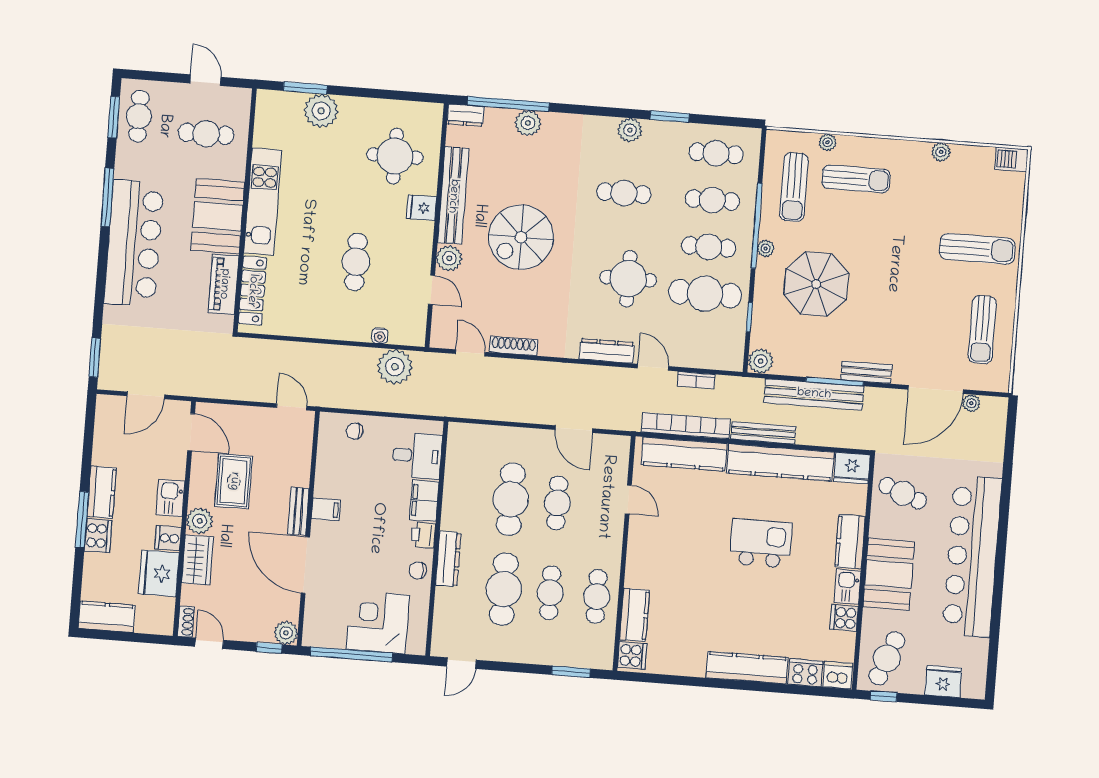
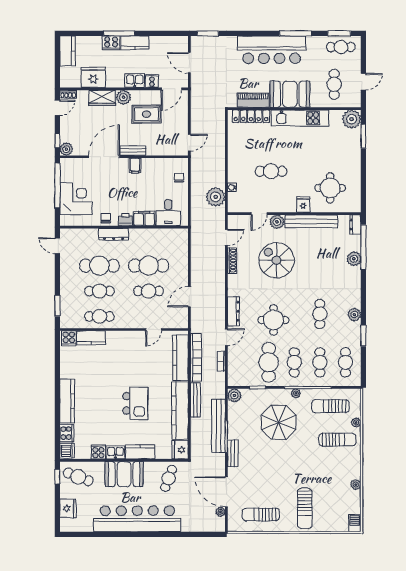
plant: (321, 111) -> (352, 119), moved
sun lounger: (856, 179) -> (337, 440), turned -90
spiral stairs: (521, 237) -> (276, 260), moved
cooker: (168, 538) -> (152, 81), moved

